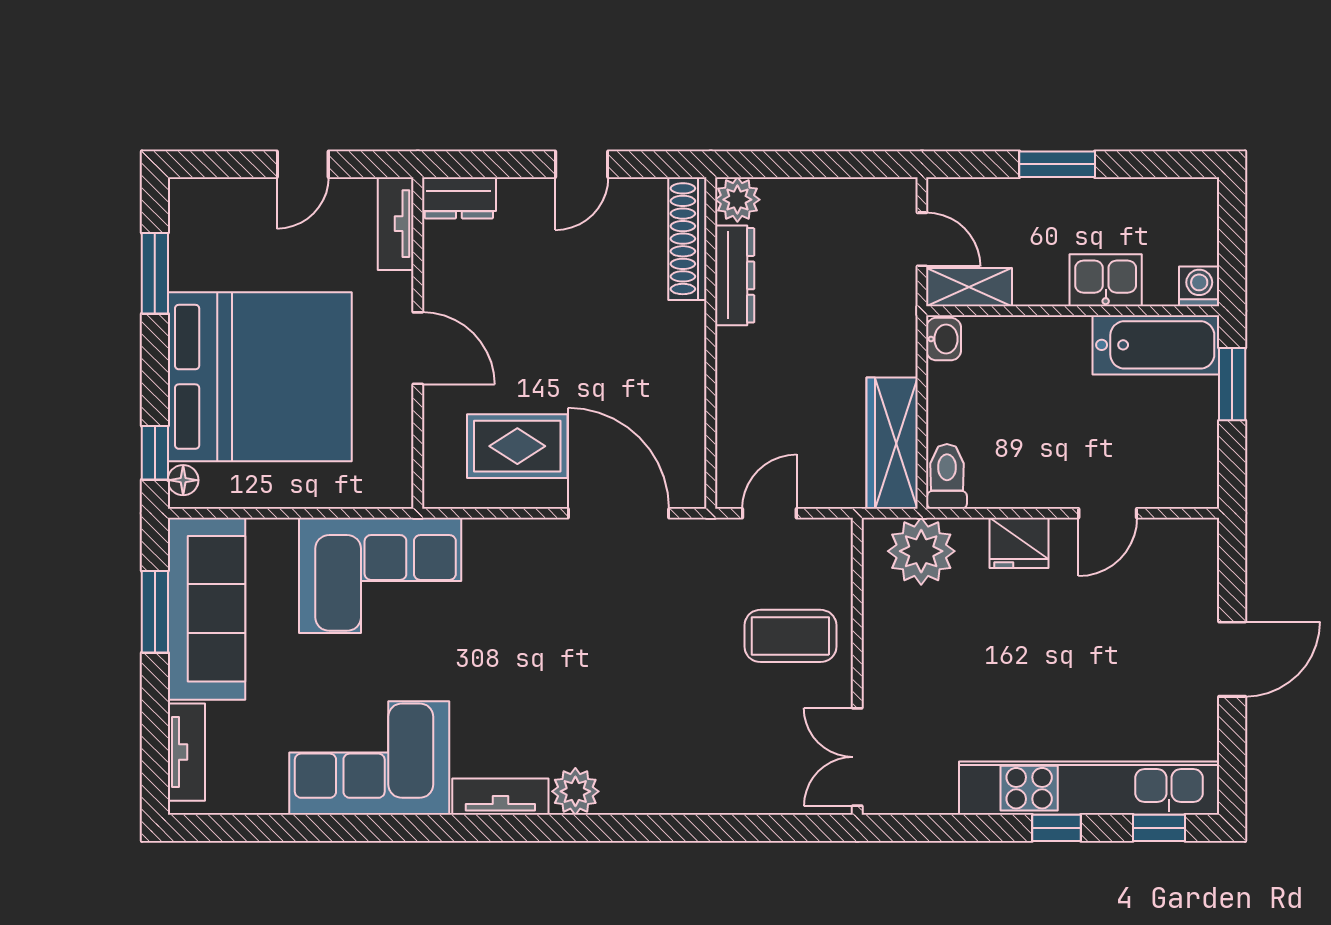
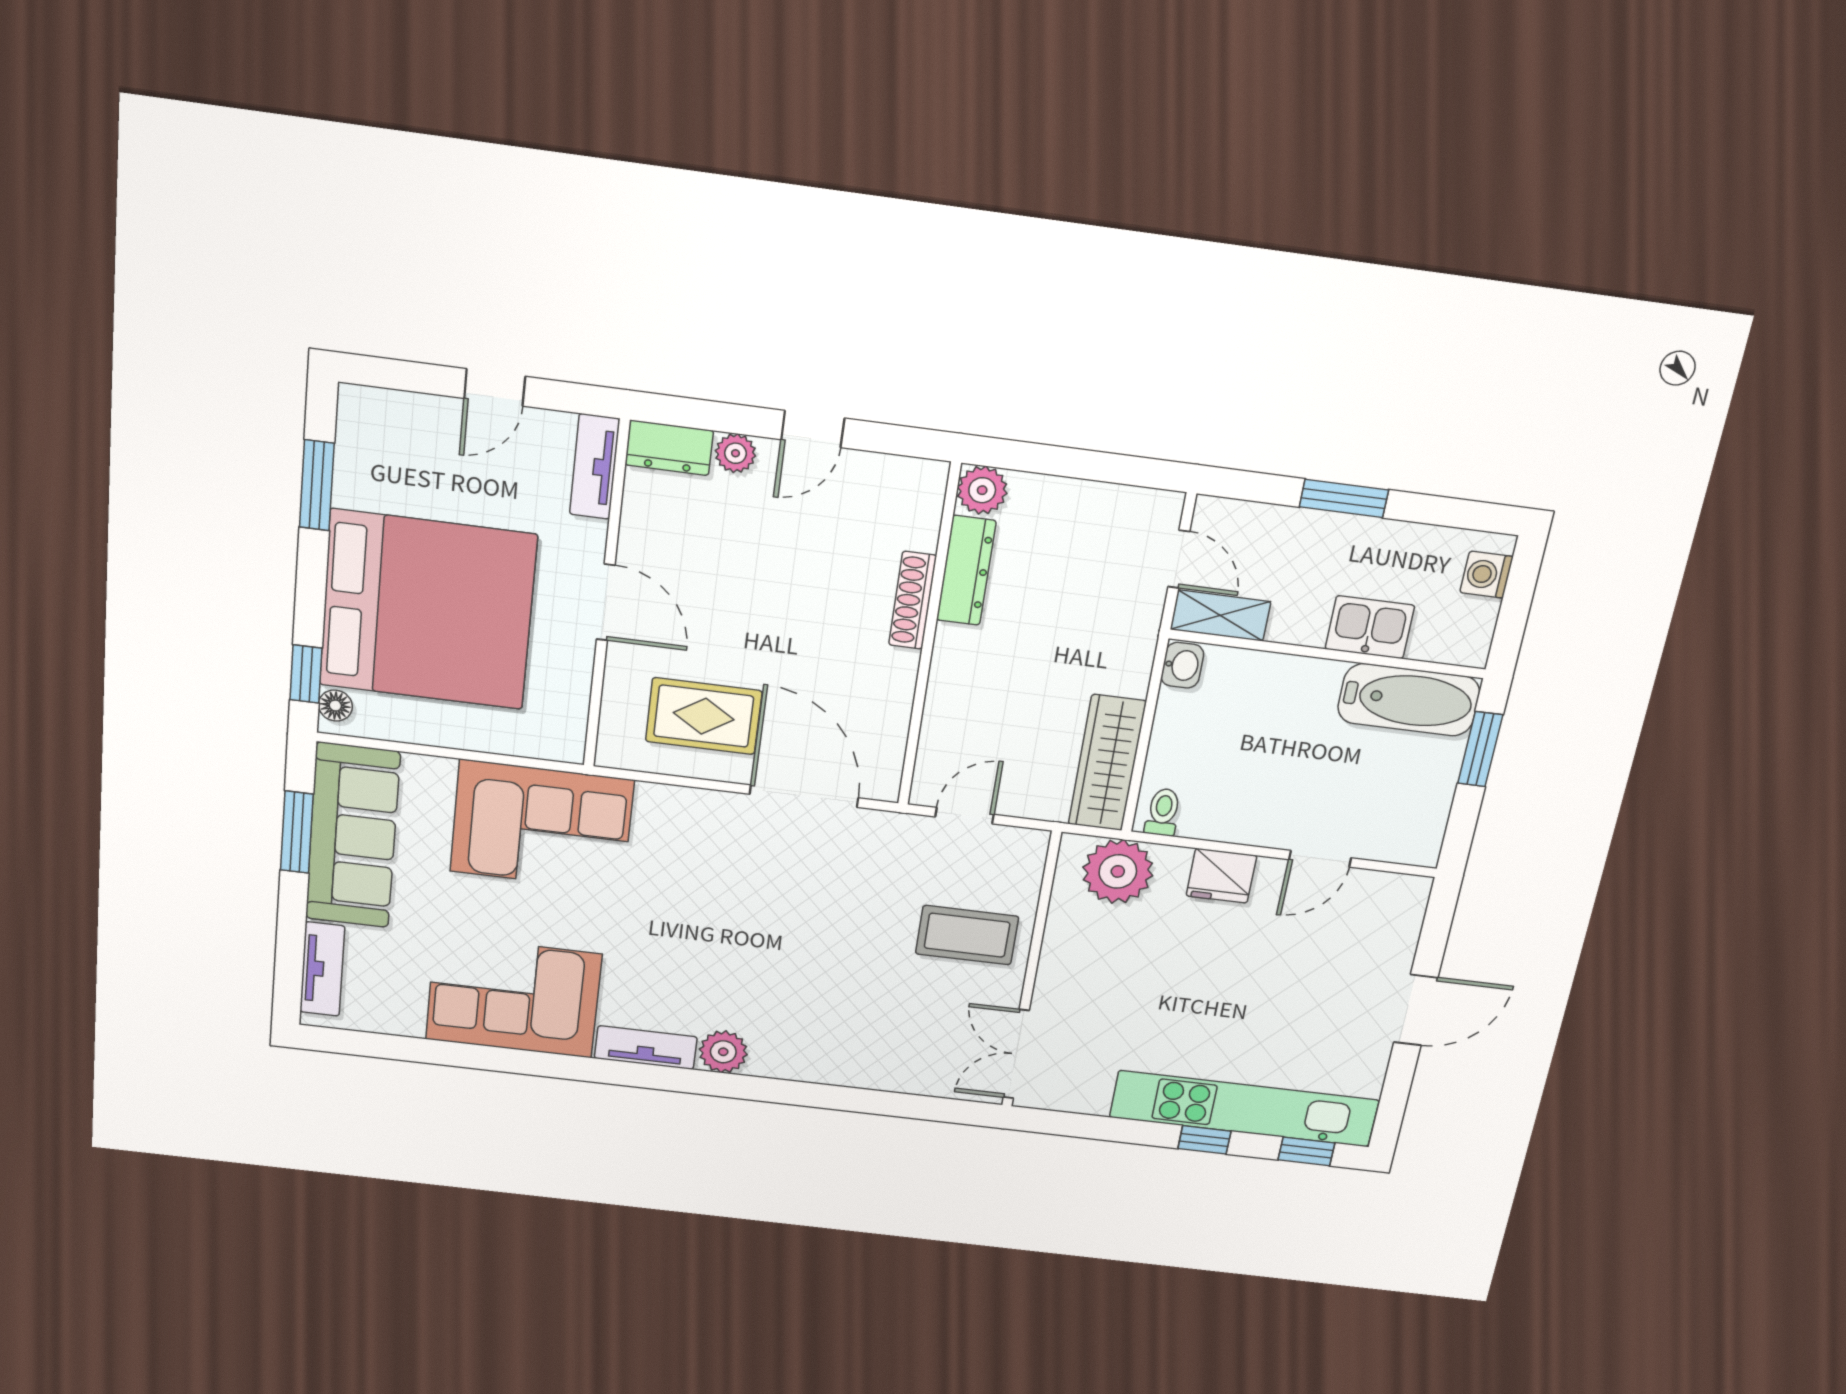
plant: (517, 195) -> (735, 453), added
shoe rack: (687, 239) -> (913, 600), moved, width x0.74, depth x0.81
washing machine: (1199, 286) -> (1486, 575), moved, turned -90
toilet: (947, 476) -> (1163, 812), width x0.73, depth x0.72

